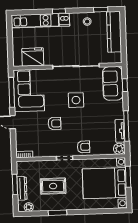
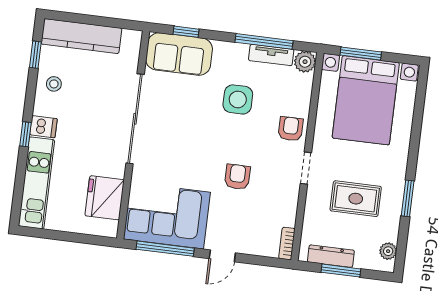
side table: (76, 100) -> (238, 99), moved
rug: (53, 186) -> (356, 199), turned 90
dresser: (22, 188) -> (331, 256), moved

